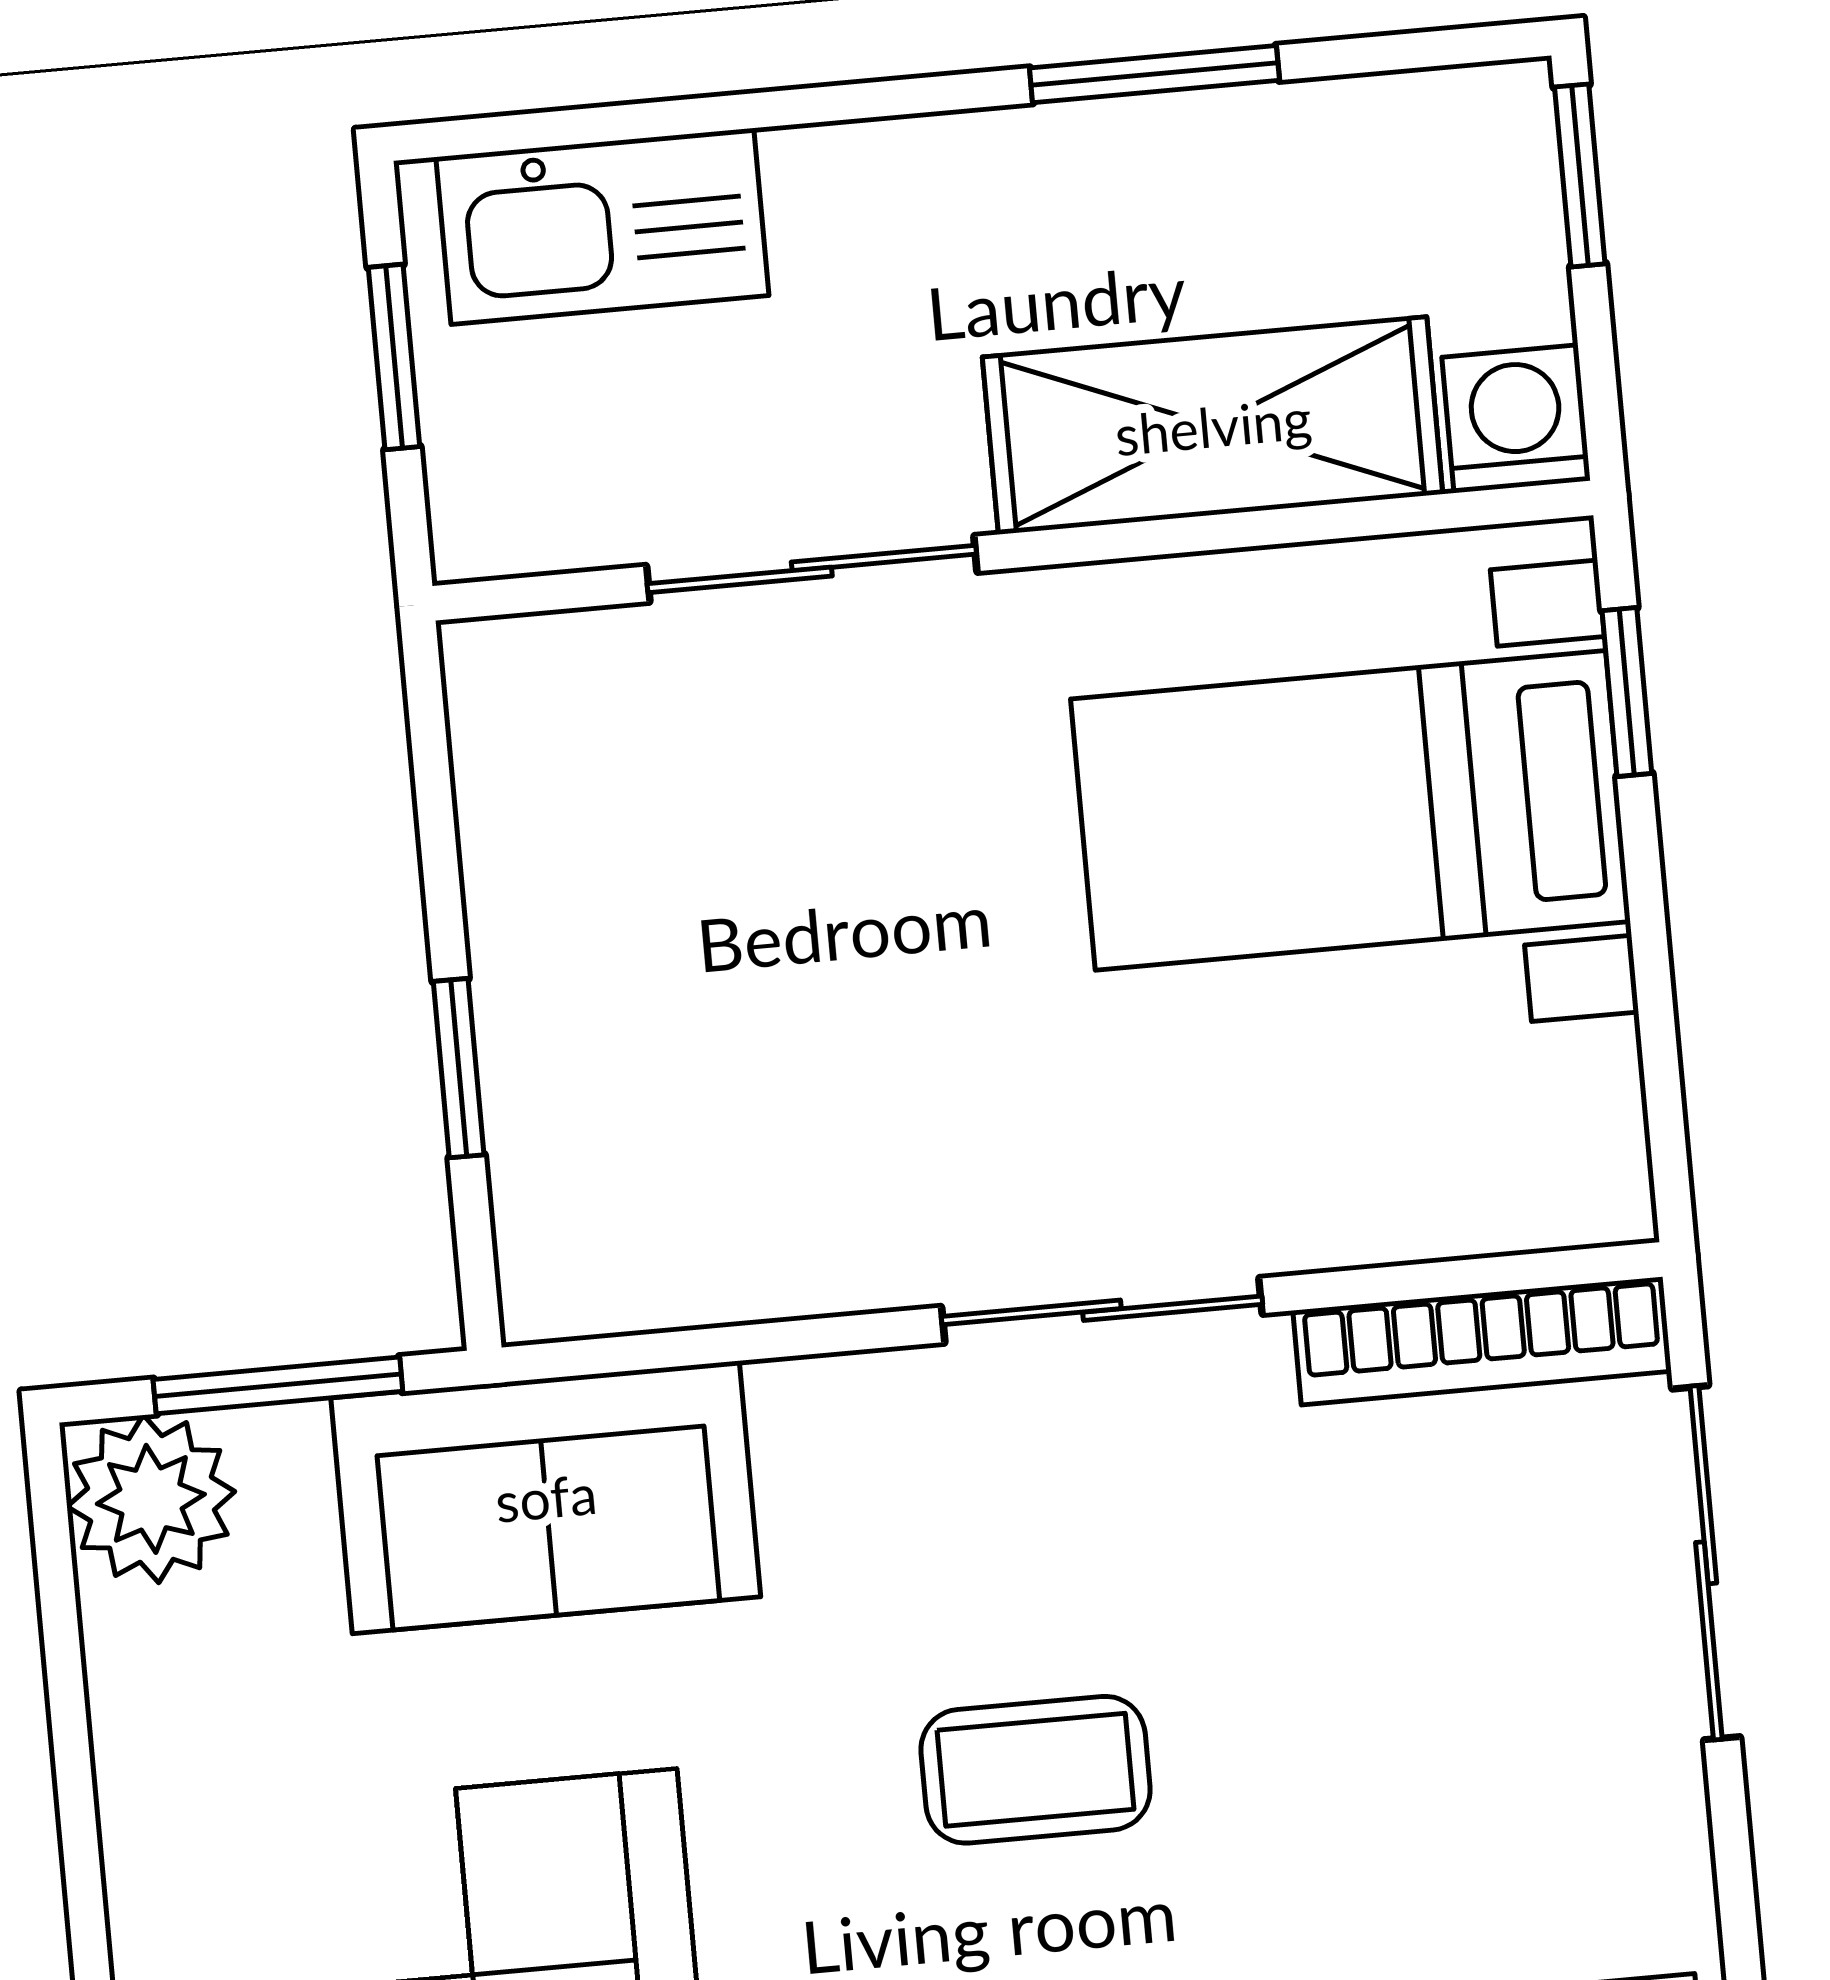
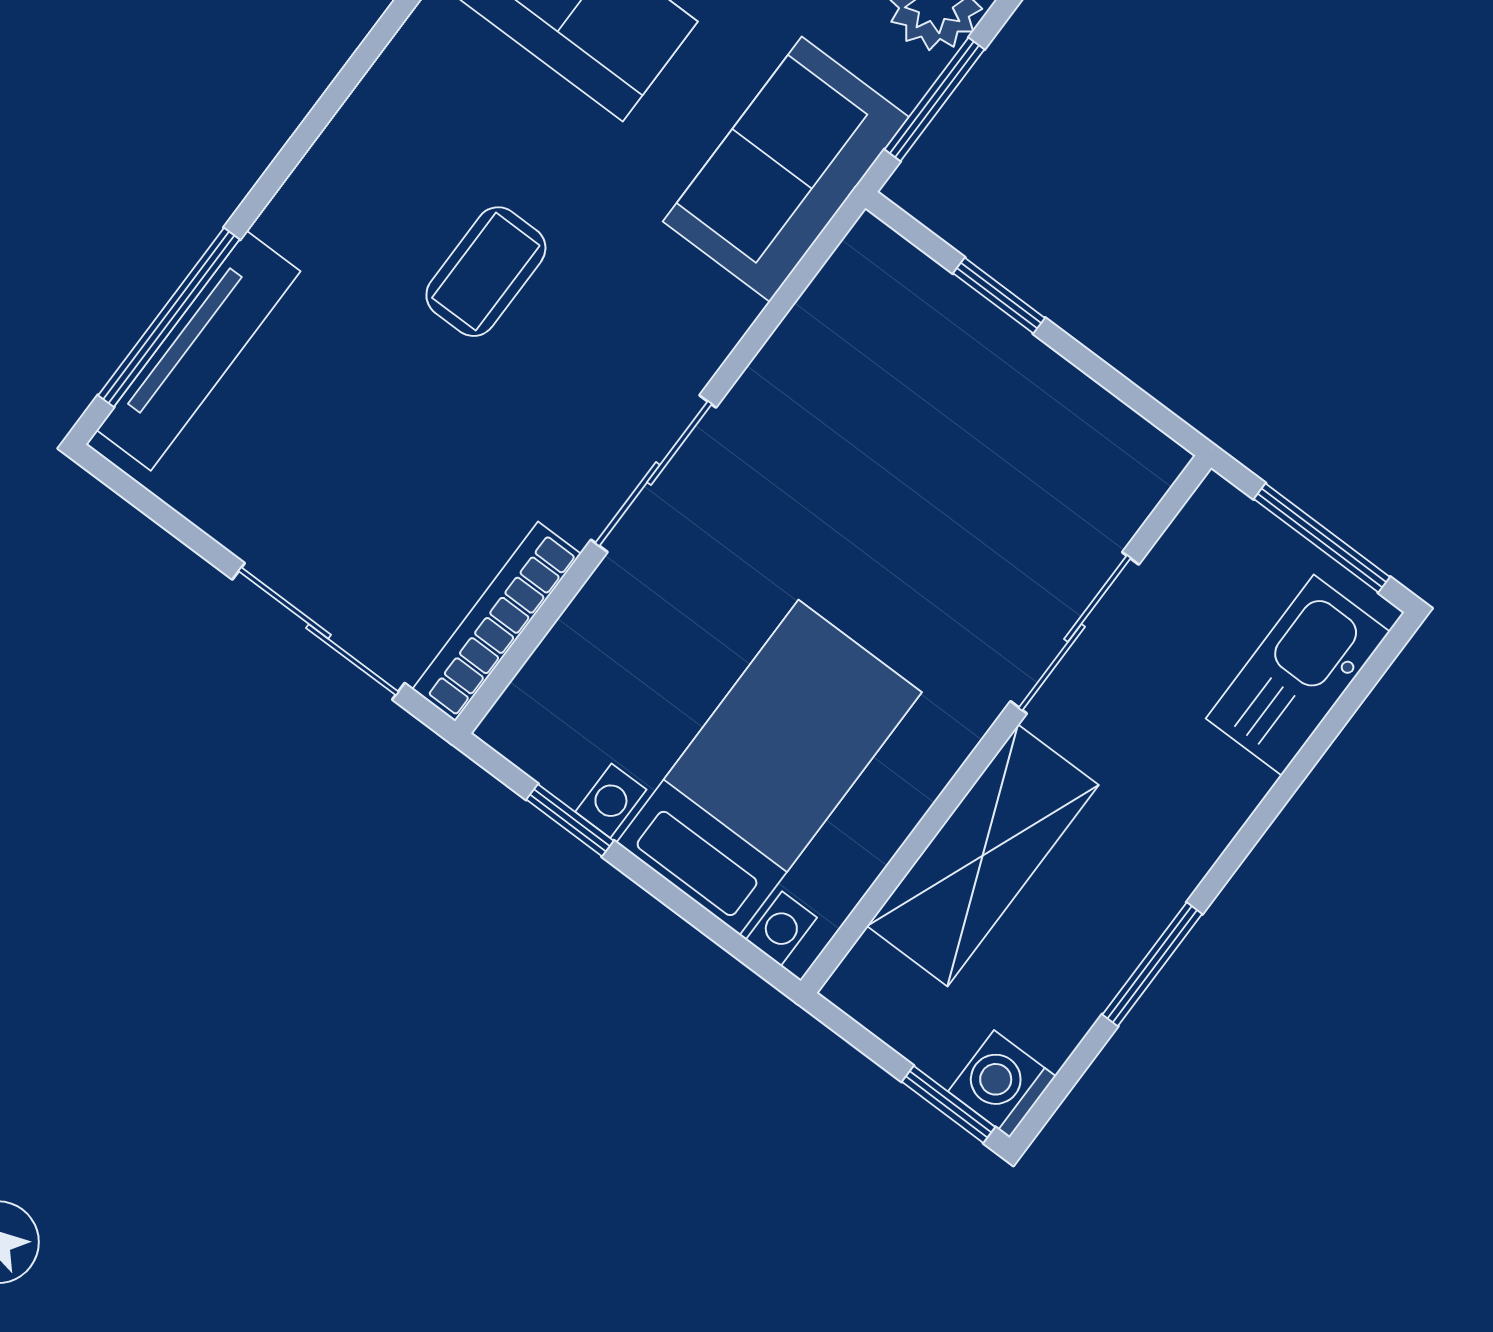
window: (394, 357) -> (1322, 538), width x1.50
washing machine: (1516, 419) -> (1002, 1084), moved, turned 180
window: (1627, 692) -> (570, 820), moved

